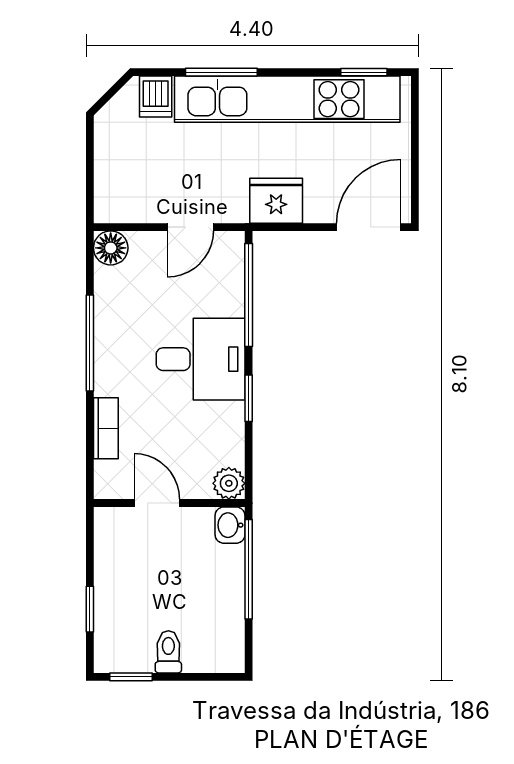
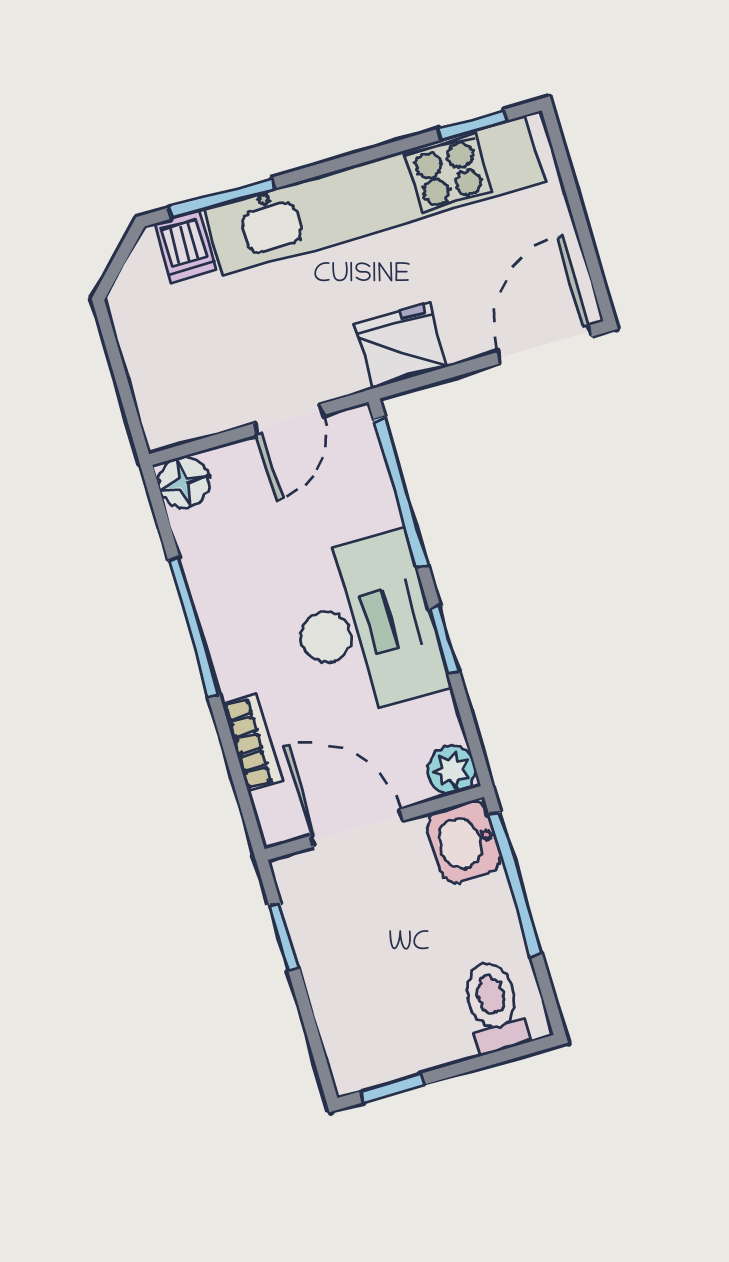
window: (221, 72) -> (222, 198), moved
desk: (201, 359) -> (365, 626), width x1.37
door: (157, 503) -> (357, 828), width x1.38
washbasin: (230, 525) -> (464, 842), width x1.38, depth x1.45
window: (90, 609) -> (284, 937), moved
toilet: (168, 652) -> (494, 1007), moved, width x1.37, depth x1.39

